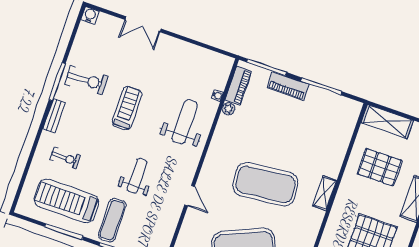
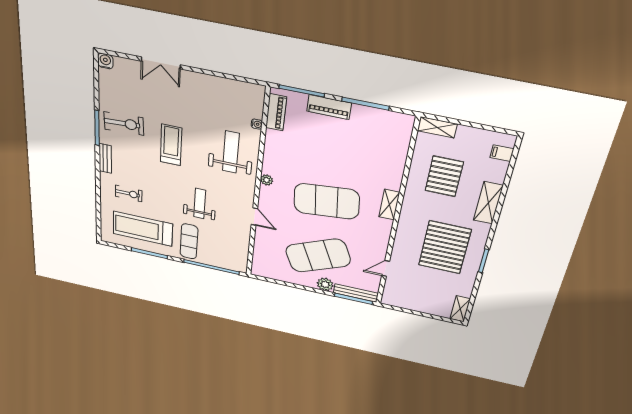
plant: (228, 109) -> (267, 180), moved
shelving: (387, 122) -> (437, 127), width x0.67, depth x0.75
pallet: (380, 167) -> (444, 176), turned 90

